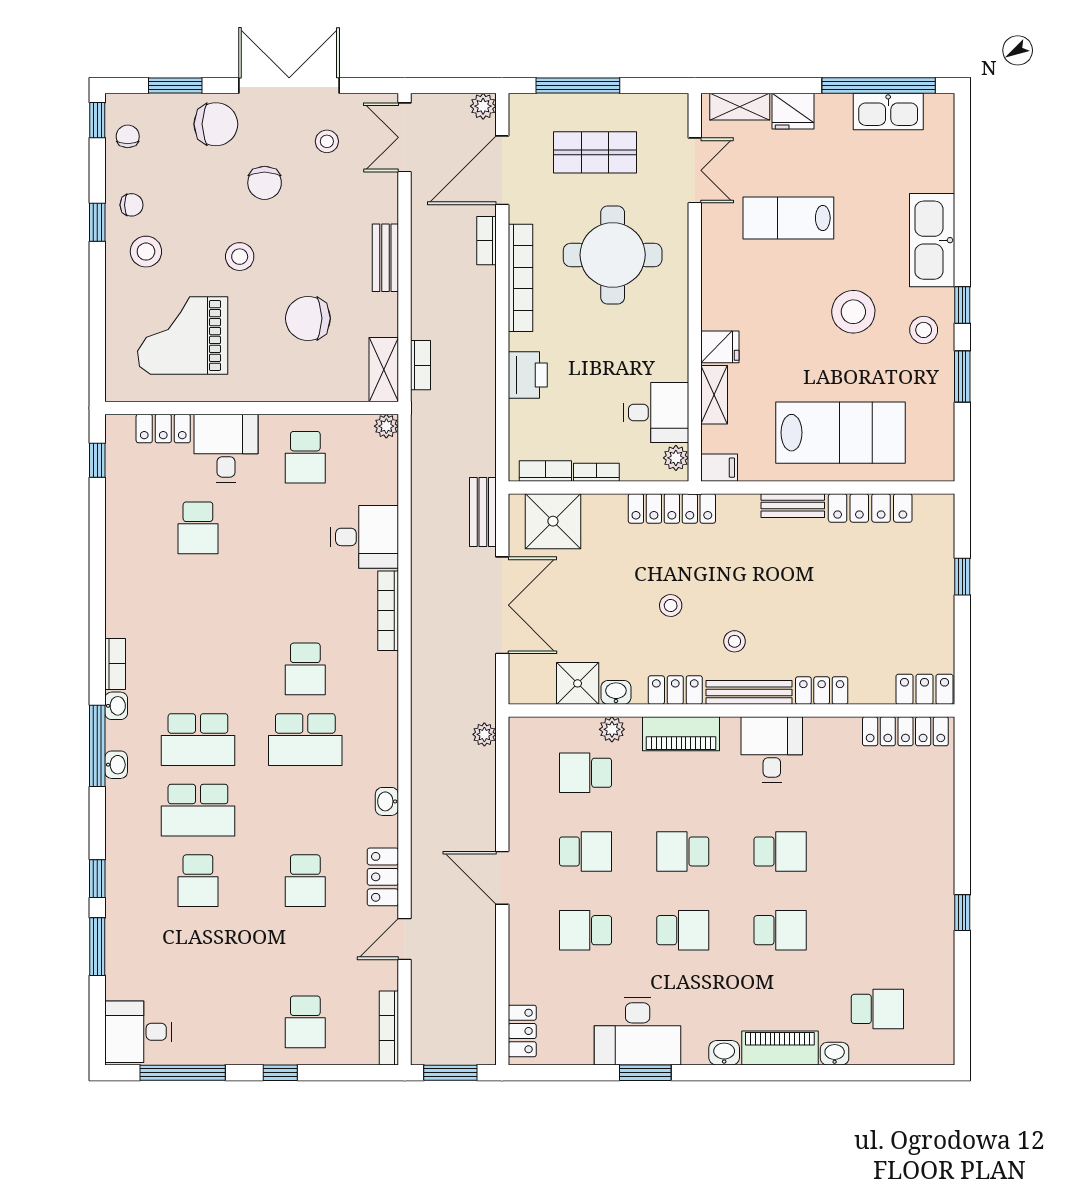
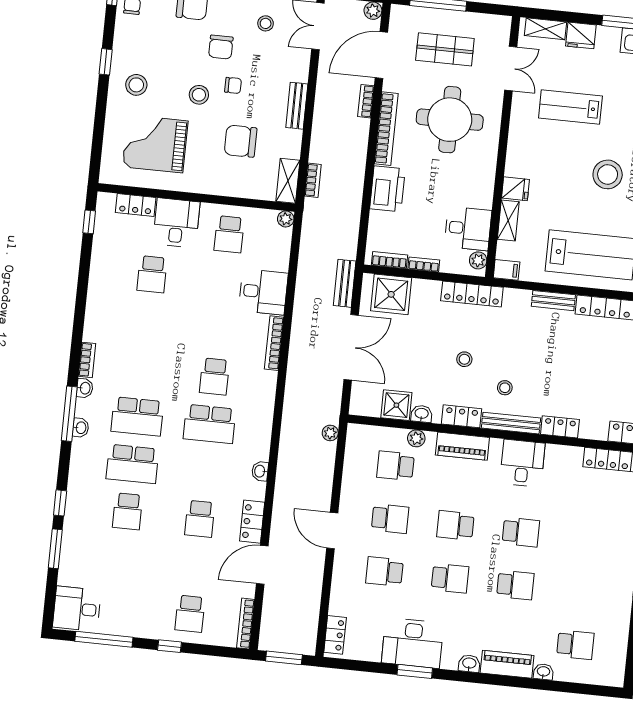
chair: (132, 205) -> (233, 85), moved
printer: (528, 375) -> (387, 189), width x1.37, depth x1.19
door: (404, 939) -> (262, 565), width x1.38

